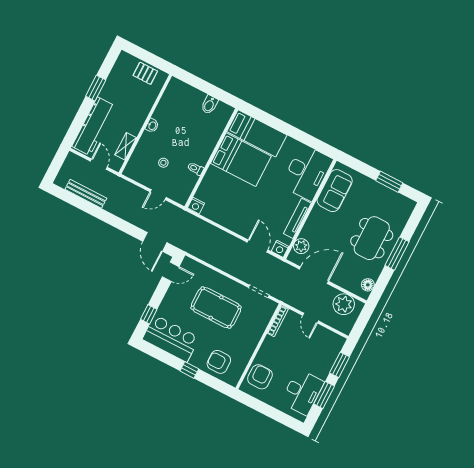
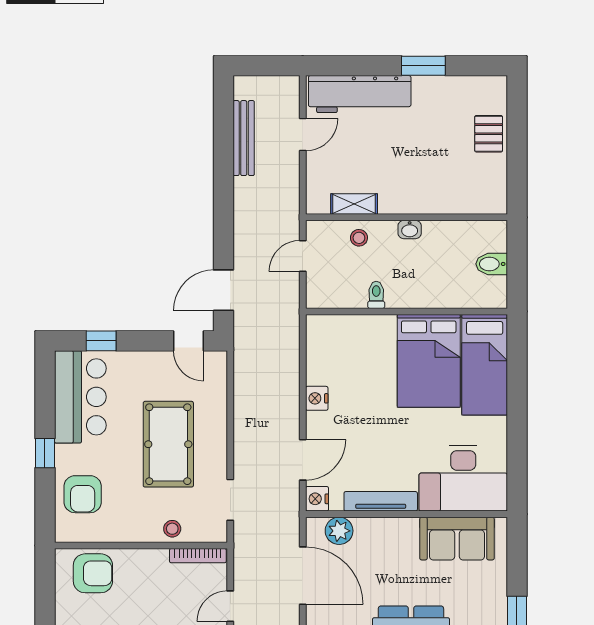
wall: (145, 124) -> (406, 217), moved
washbasin: (152, 126) -> (410, 229), moved
shelving: (126, 146) -> (354, 204), moved
door: (158, 195) -> (303, 256), hinge flipped
nightstand: (196, 206) -> (317, 398), moved
stool: (258, 327) -> (172, 529), added
armchair: (219, 362) -> (83, 494), turned 180

